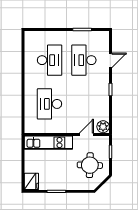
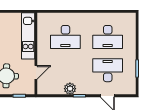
desk: (50, 104) -> (65, 37), turned 180
plant: (103, 127) -> (70, 89), moved
door: (86, 135) -> (36, 72), hinge flipped

